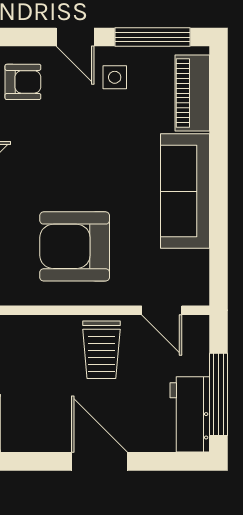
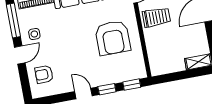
armchair: (23, 82) -> (44, 74), turned -90

